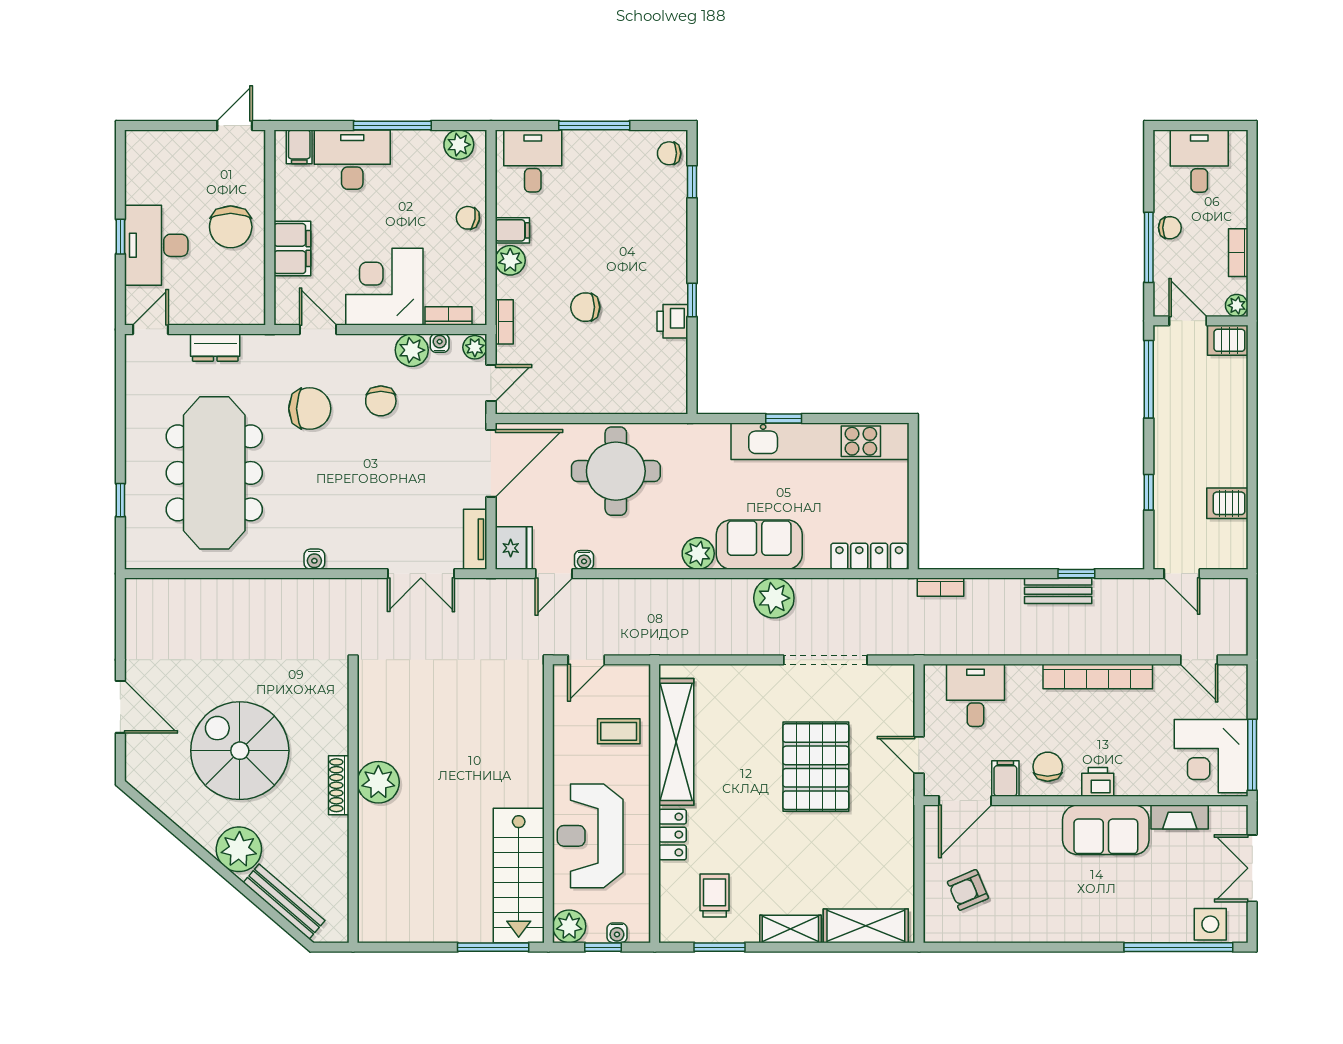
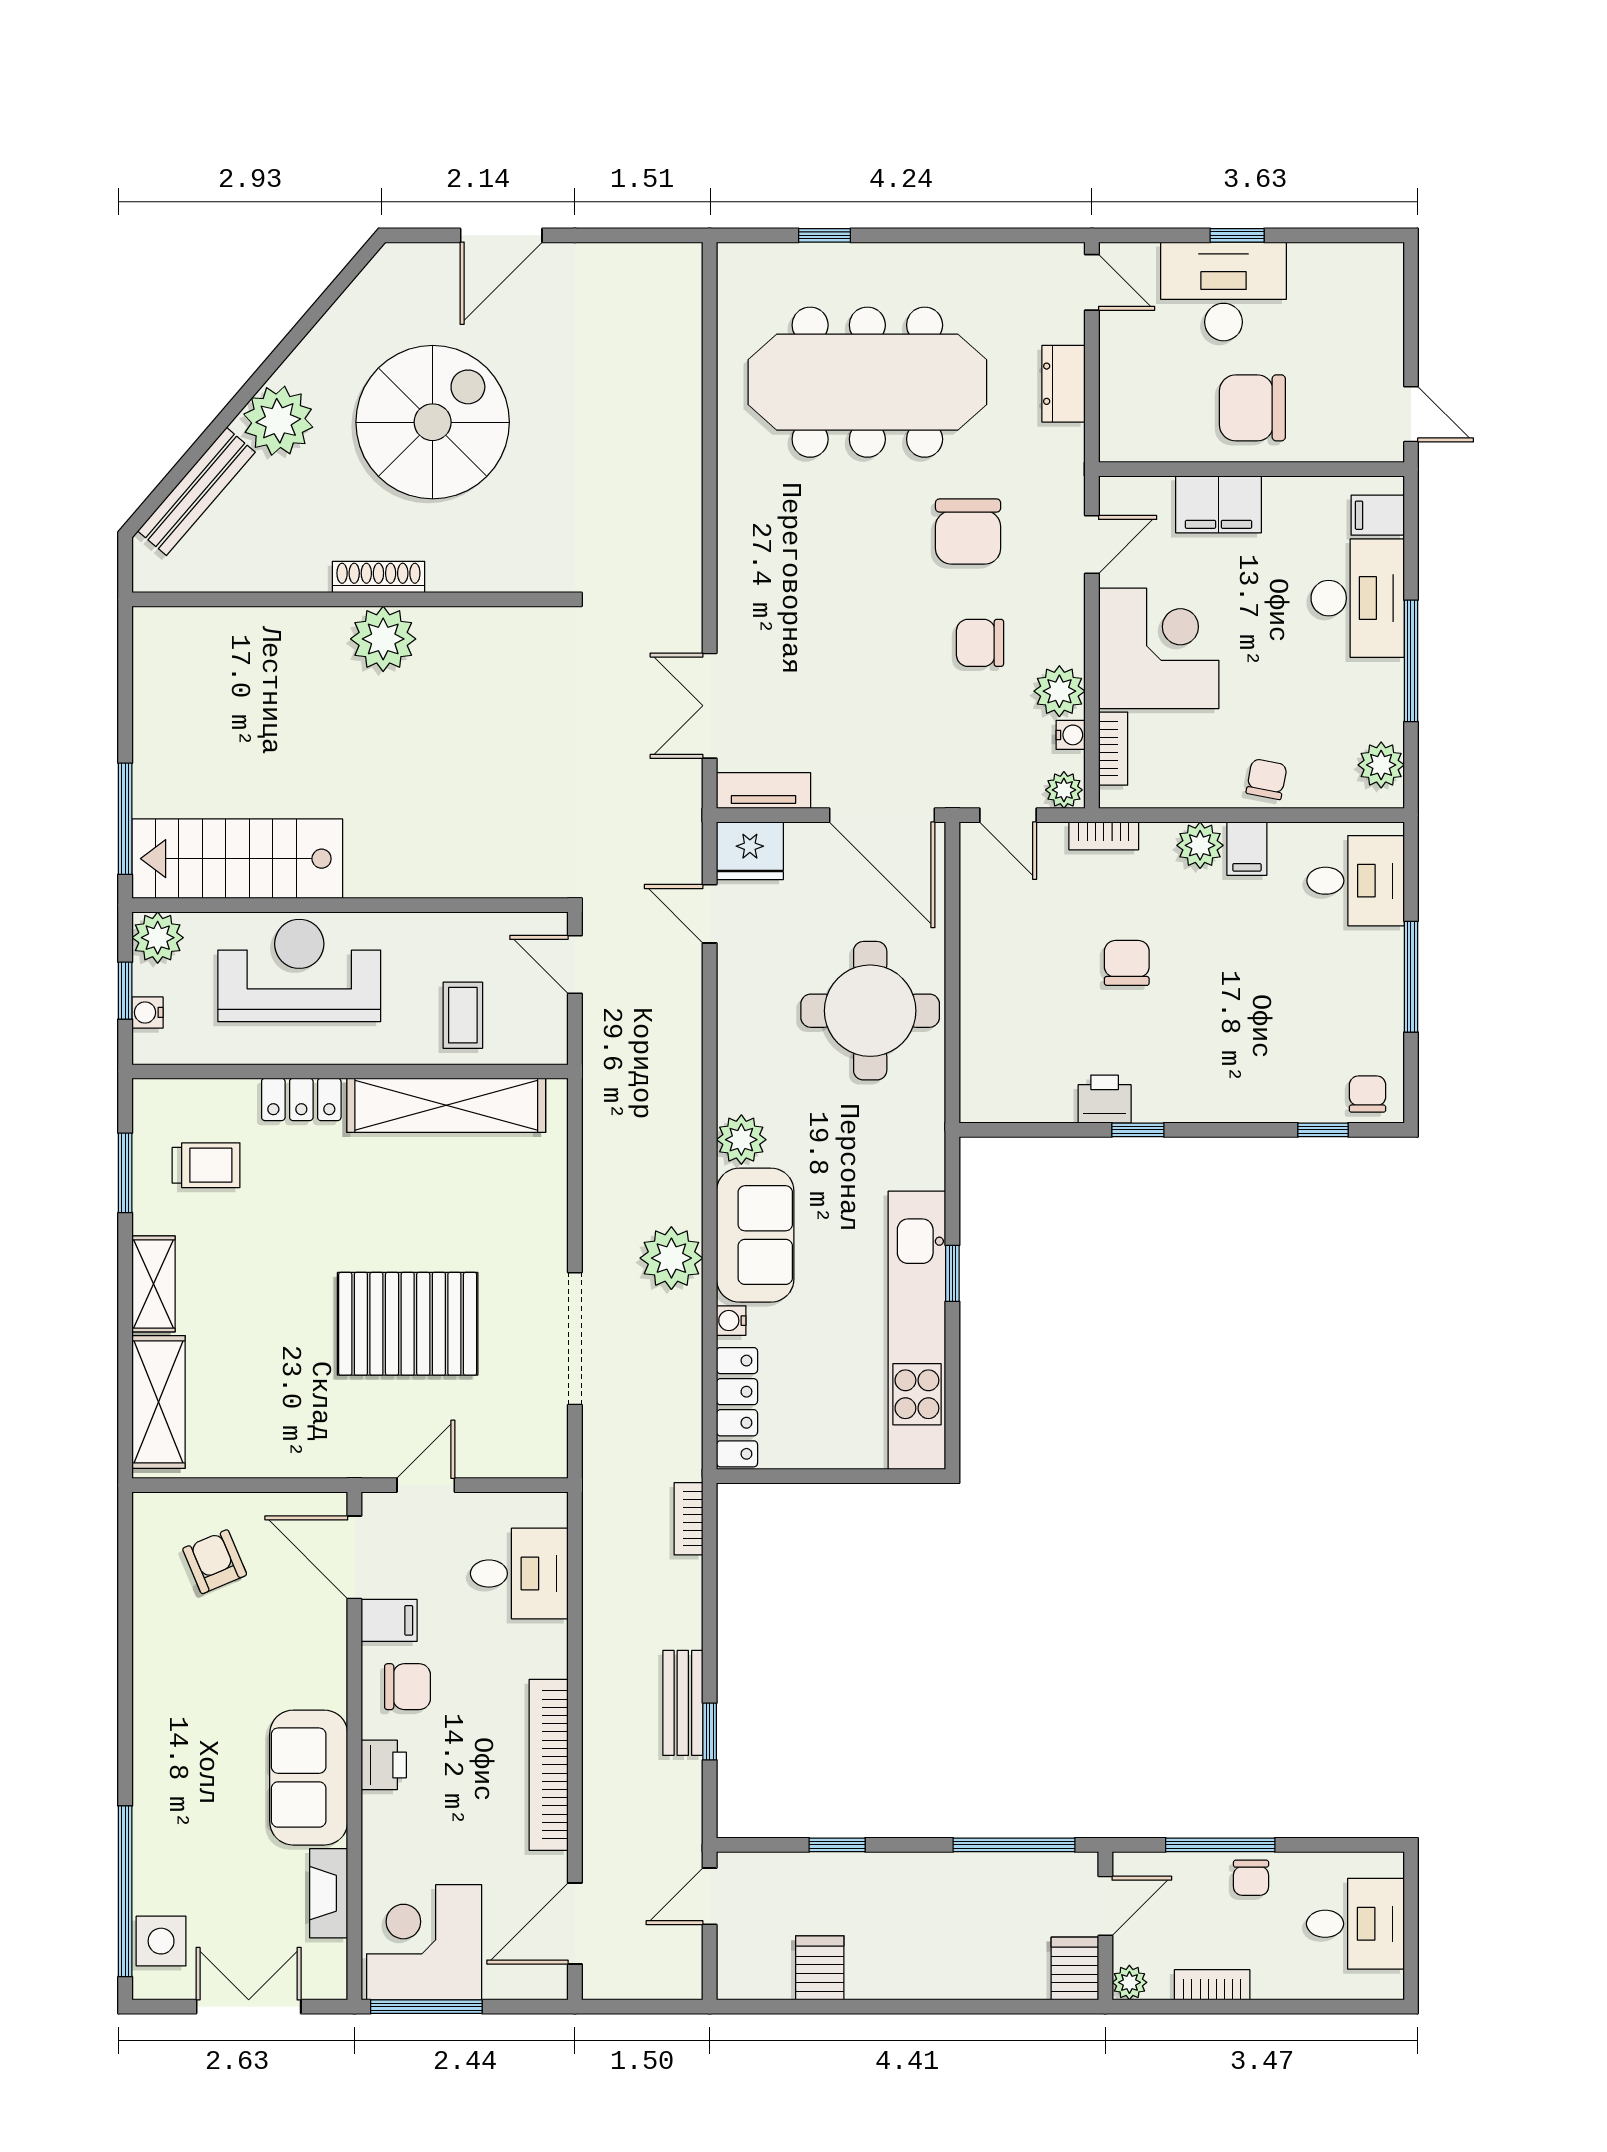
water cooler: (314, 559) -> (732, 539), removed
water cooler: (584, 560) -> (731, 1321), moved
door: (1199, 660) -> (575, 1923), width x1.38

